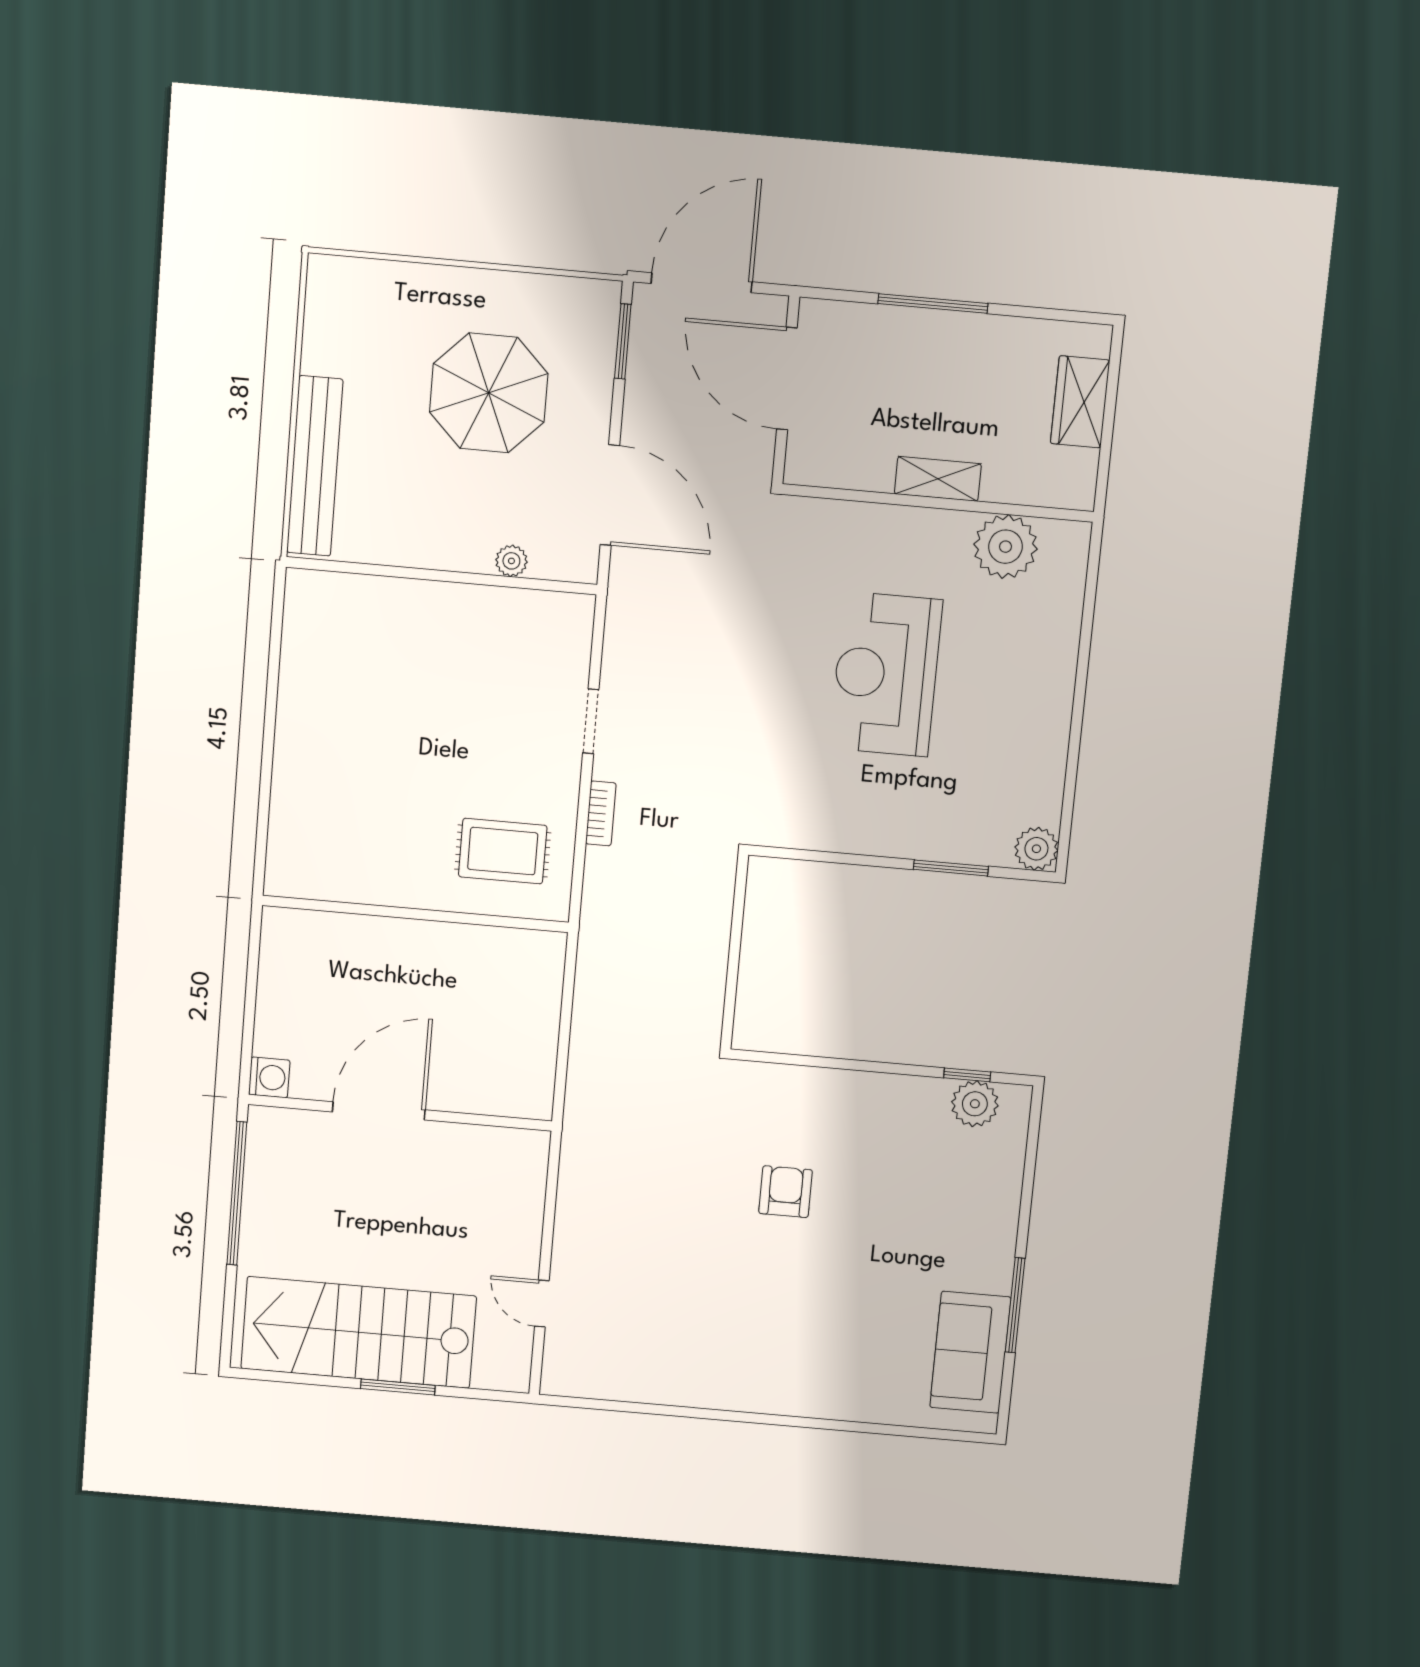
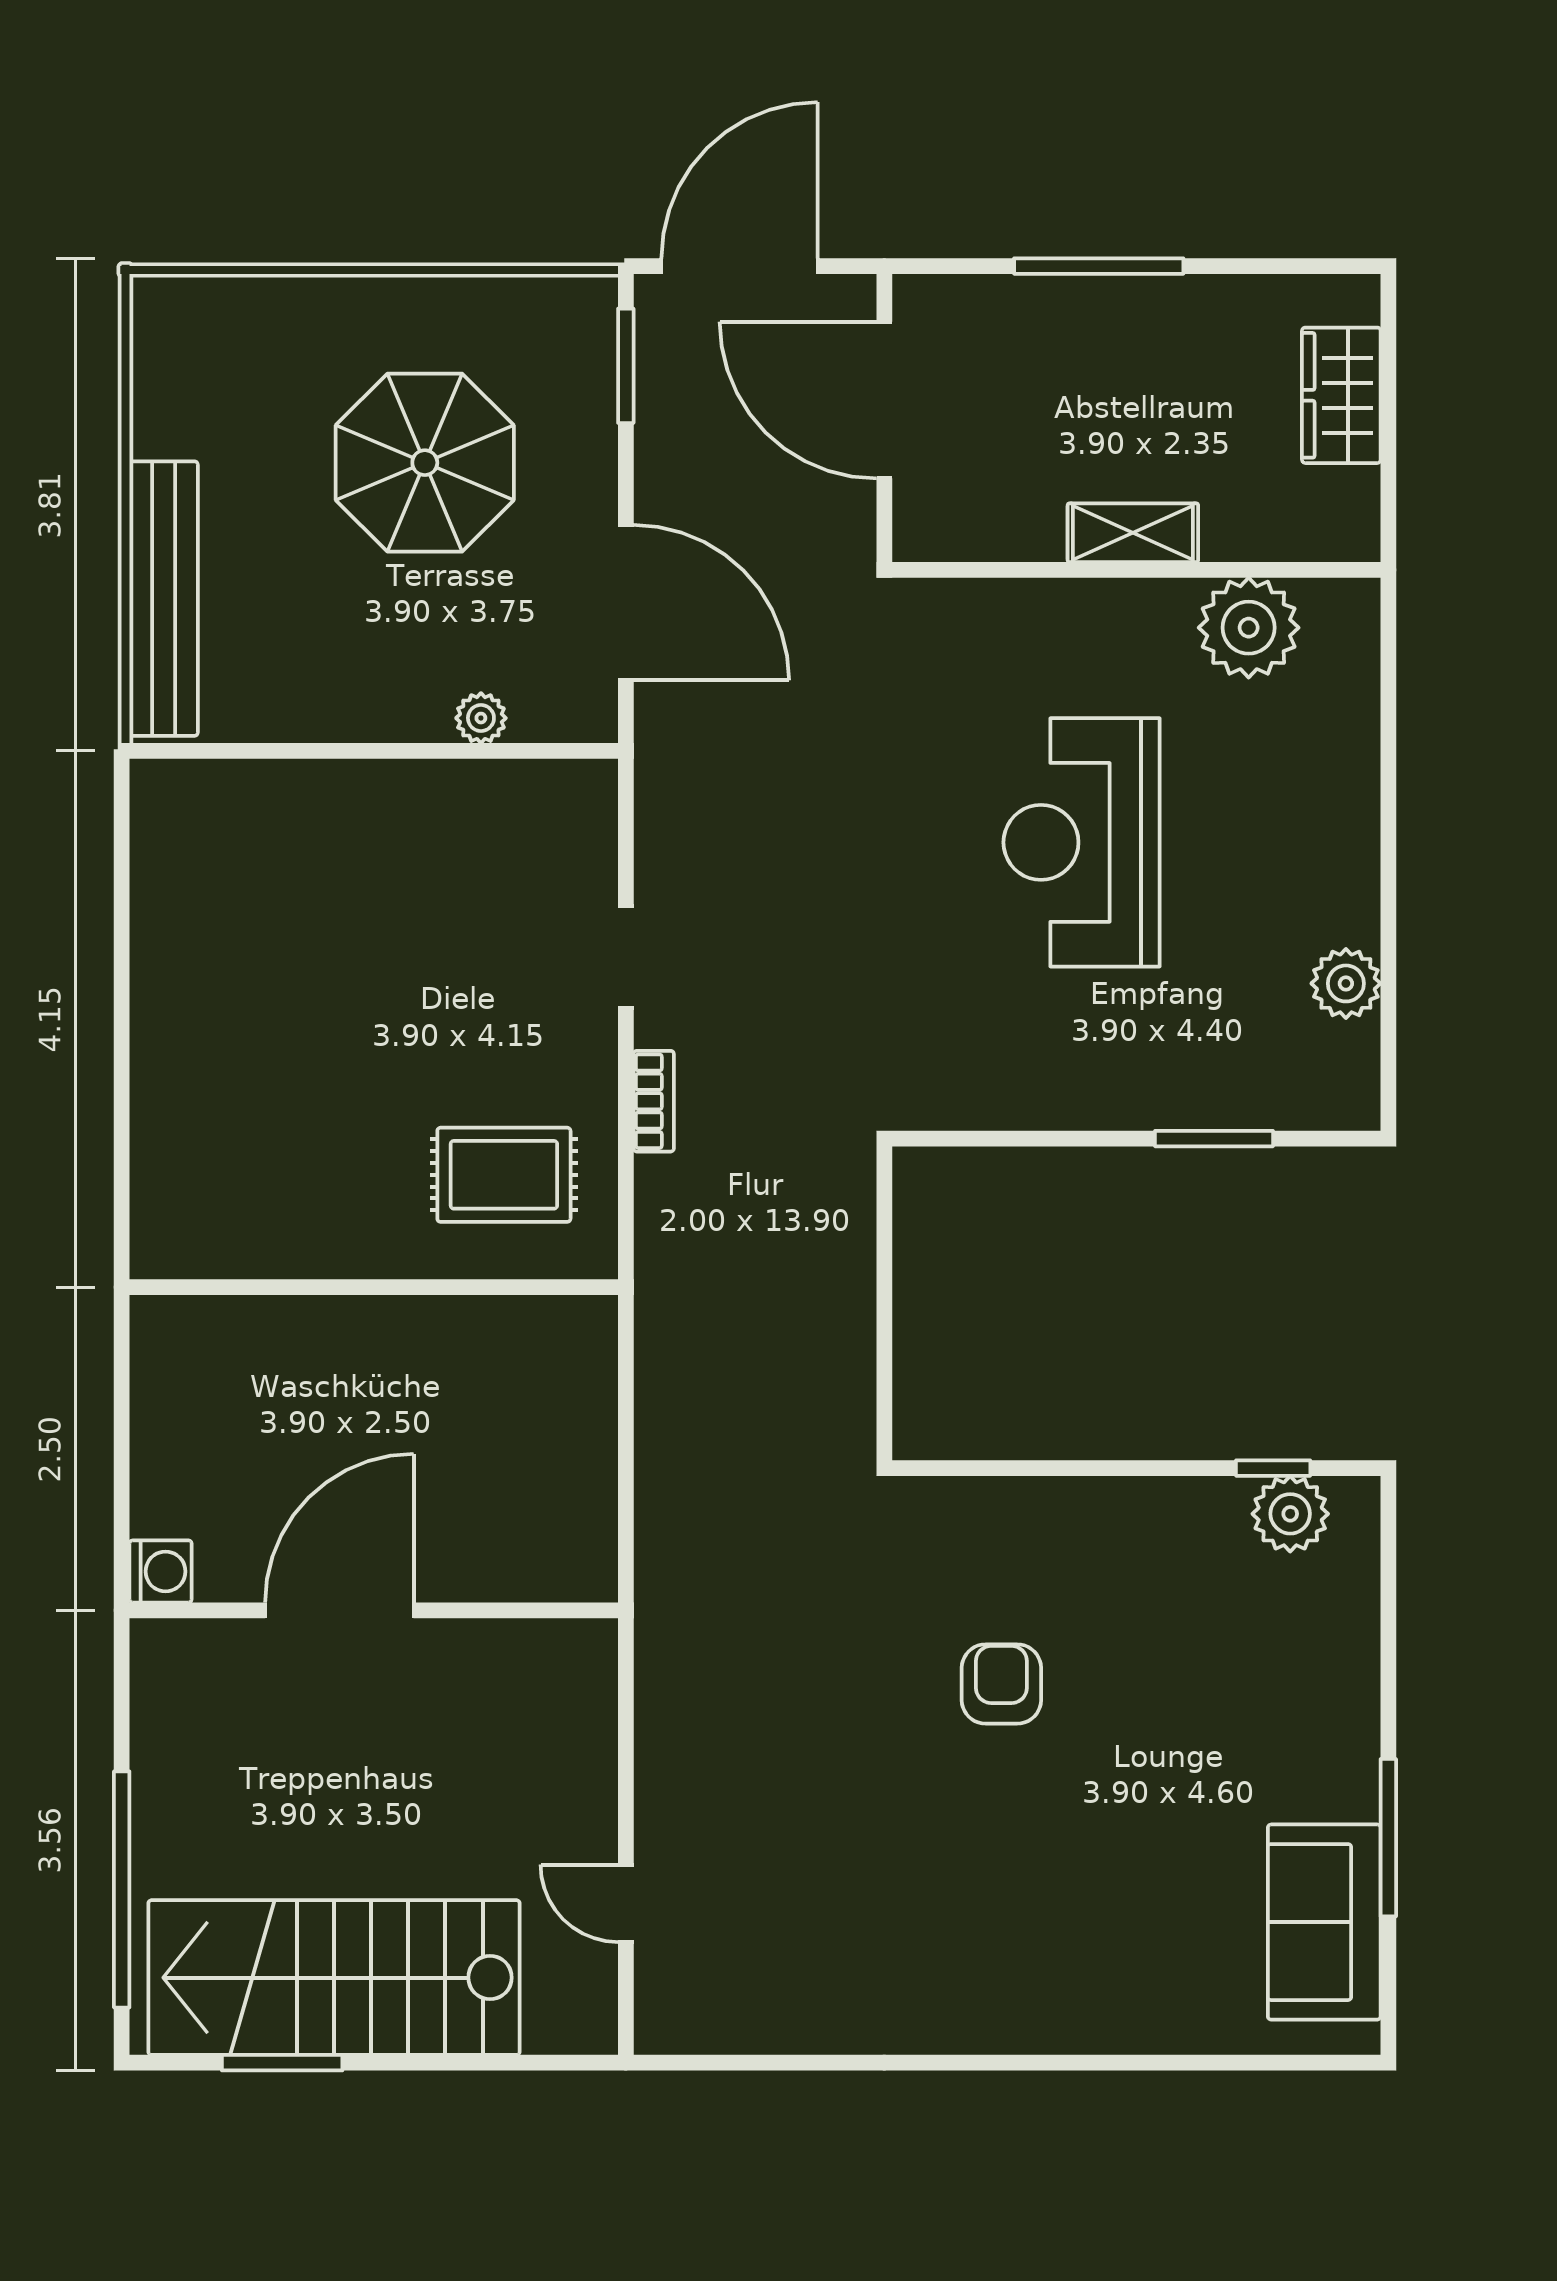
plant: (1036, 849) -> (1346, 983), moved
window: (237, 1193) -> (122, 1889), moved
window: (398, 1387) -> (282, 2063), moved

